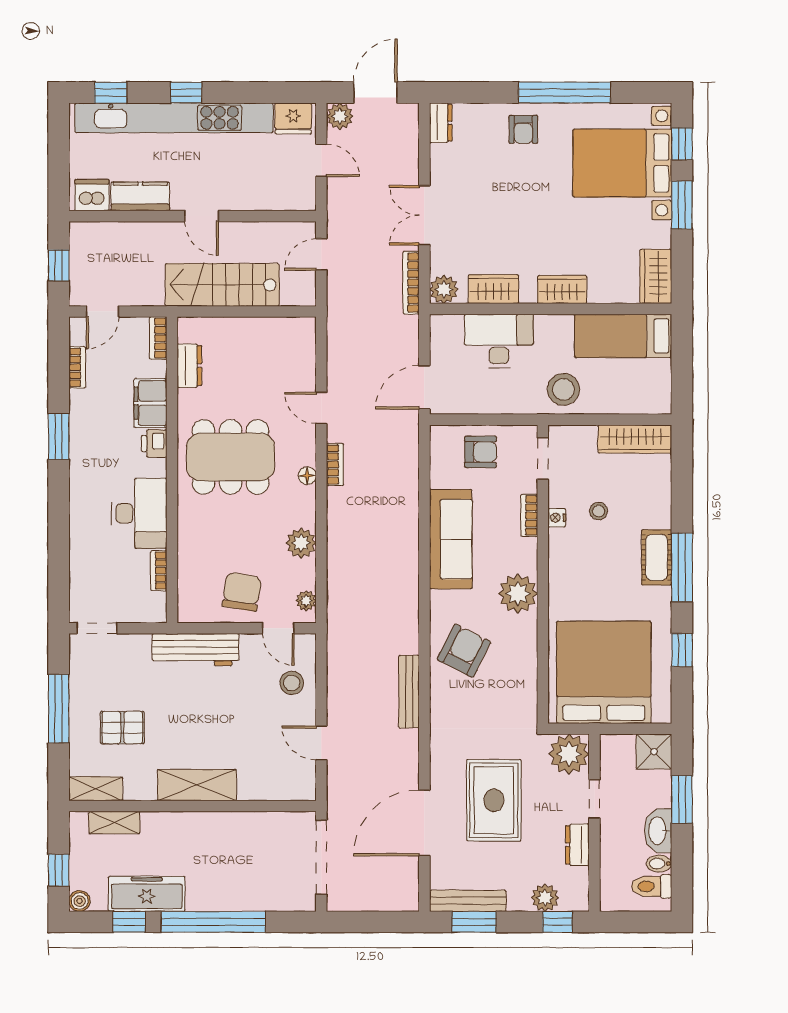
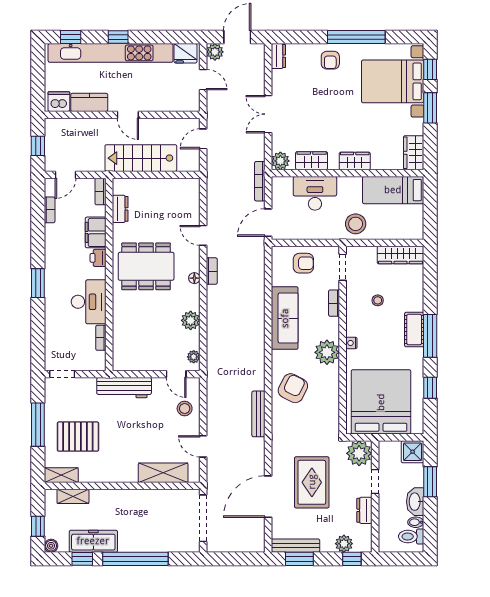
bookcase: (411, 283) -> (260, 181), moved
window: (59, 437) -> (38, 283), moved
nightstand: (557, 518) -> (351, 343), moved
chair: (242, 592) -> (153, 351), removed
pallet: (122, 728) -> (78, 437), width x1.50, depth x1.42
shelving: (197, 785) -> (163, 473), moved

